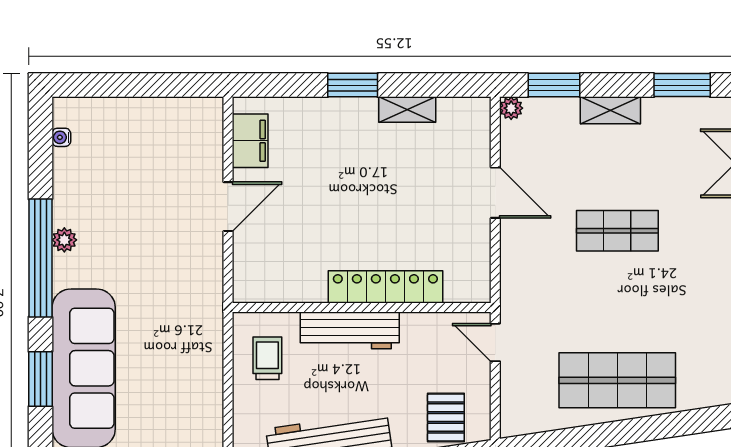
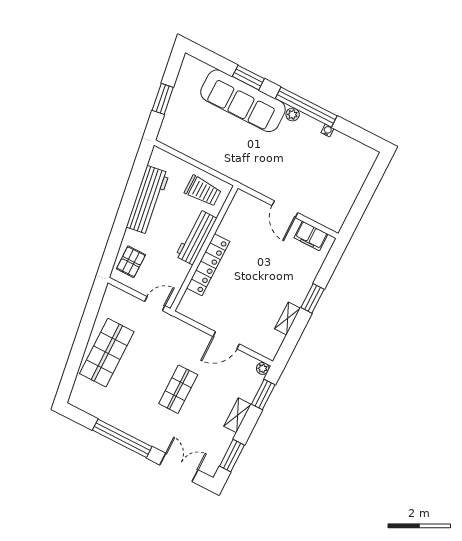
water cooler: (61, 137) -> (327, 131), moved
plant: (64, 240) -> (293, 115), moved
trolley: (267, 358) -> (203, 191), width x1.36, depth x1.39
pallet: (446, 417) -> (131, 262), turned 90

